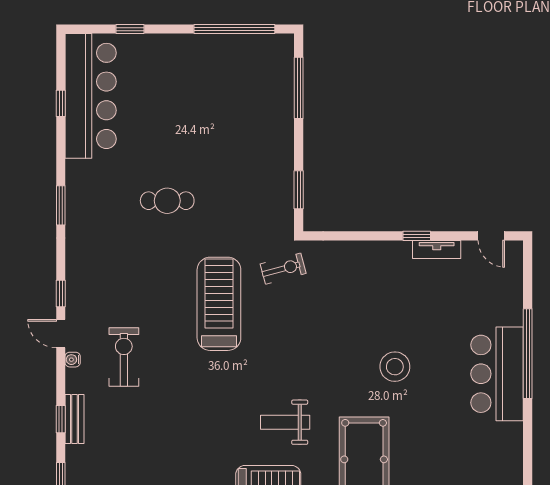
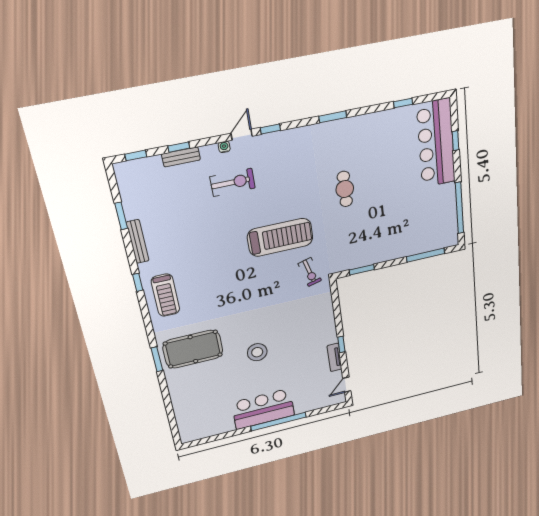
bar counter: (91, 96) -> (436, 143), moved, turned 90
weight bench: (285, 422) -> (208, 296), removed

